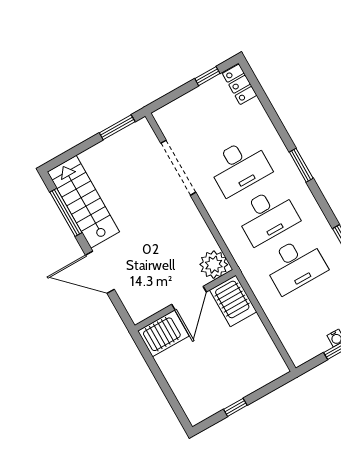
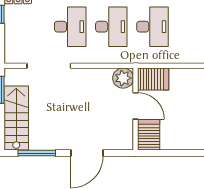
stairs: (83, 202) -> (16, 118), moved, turned 90

